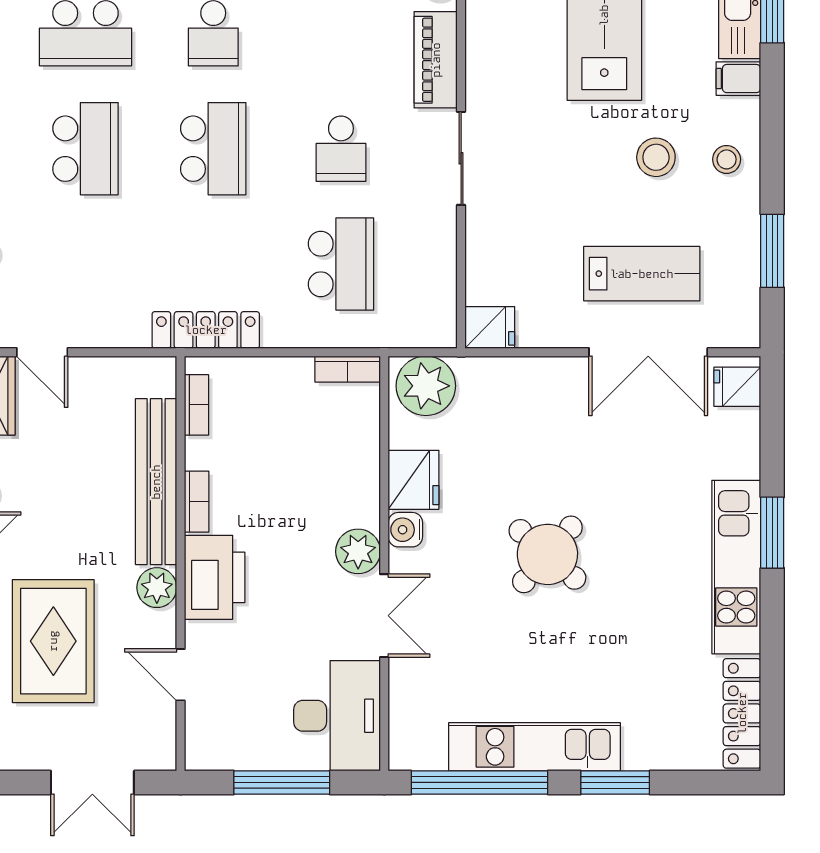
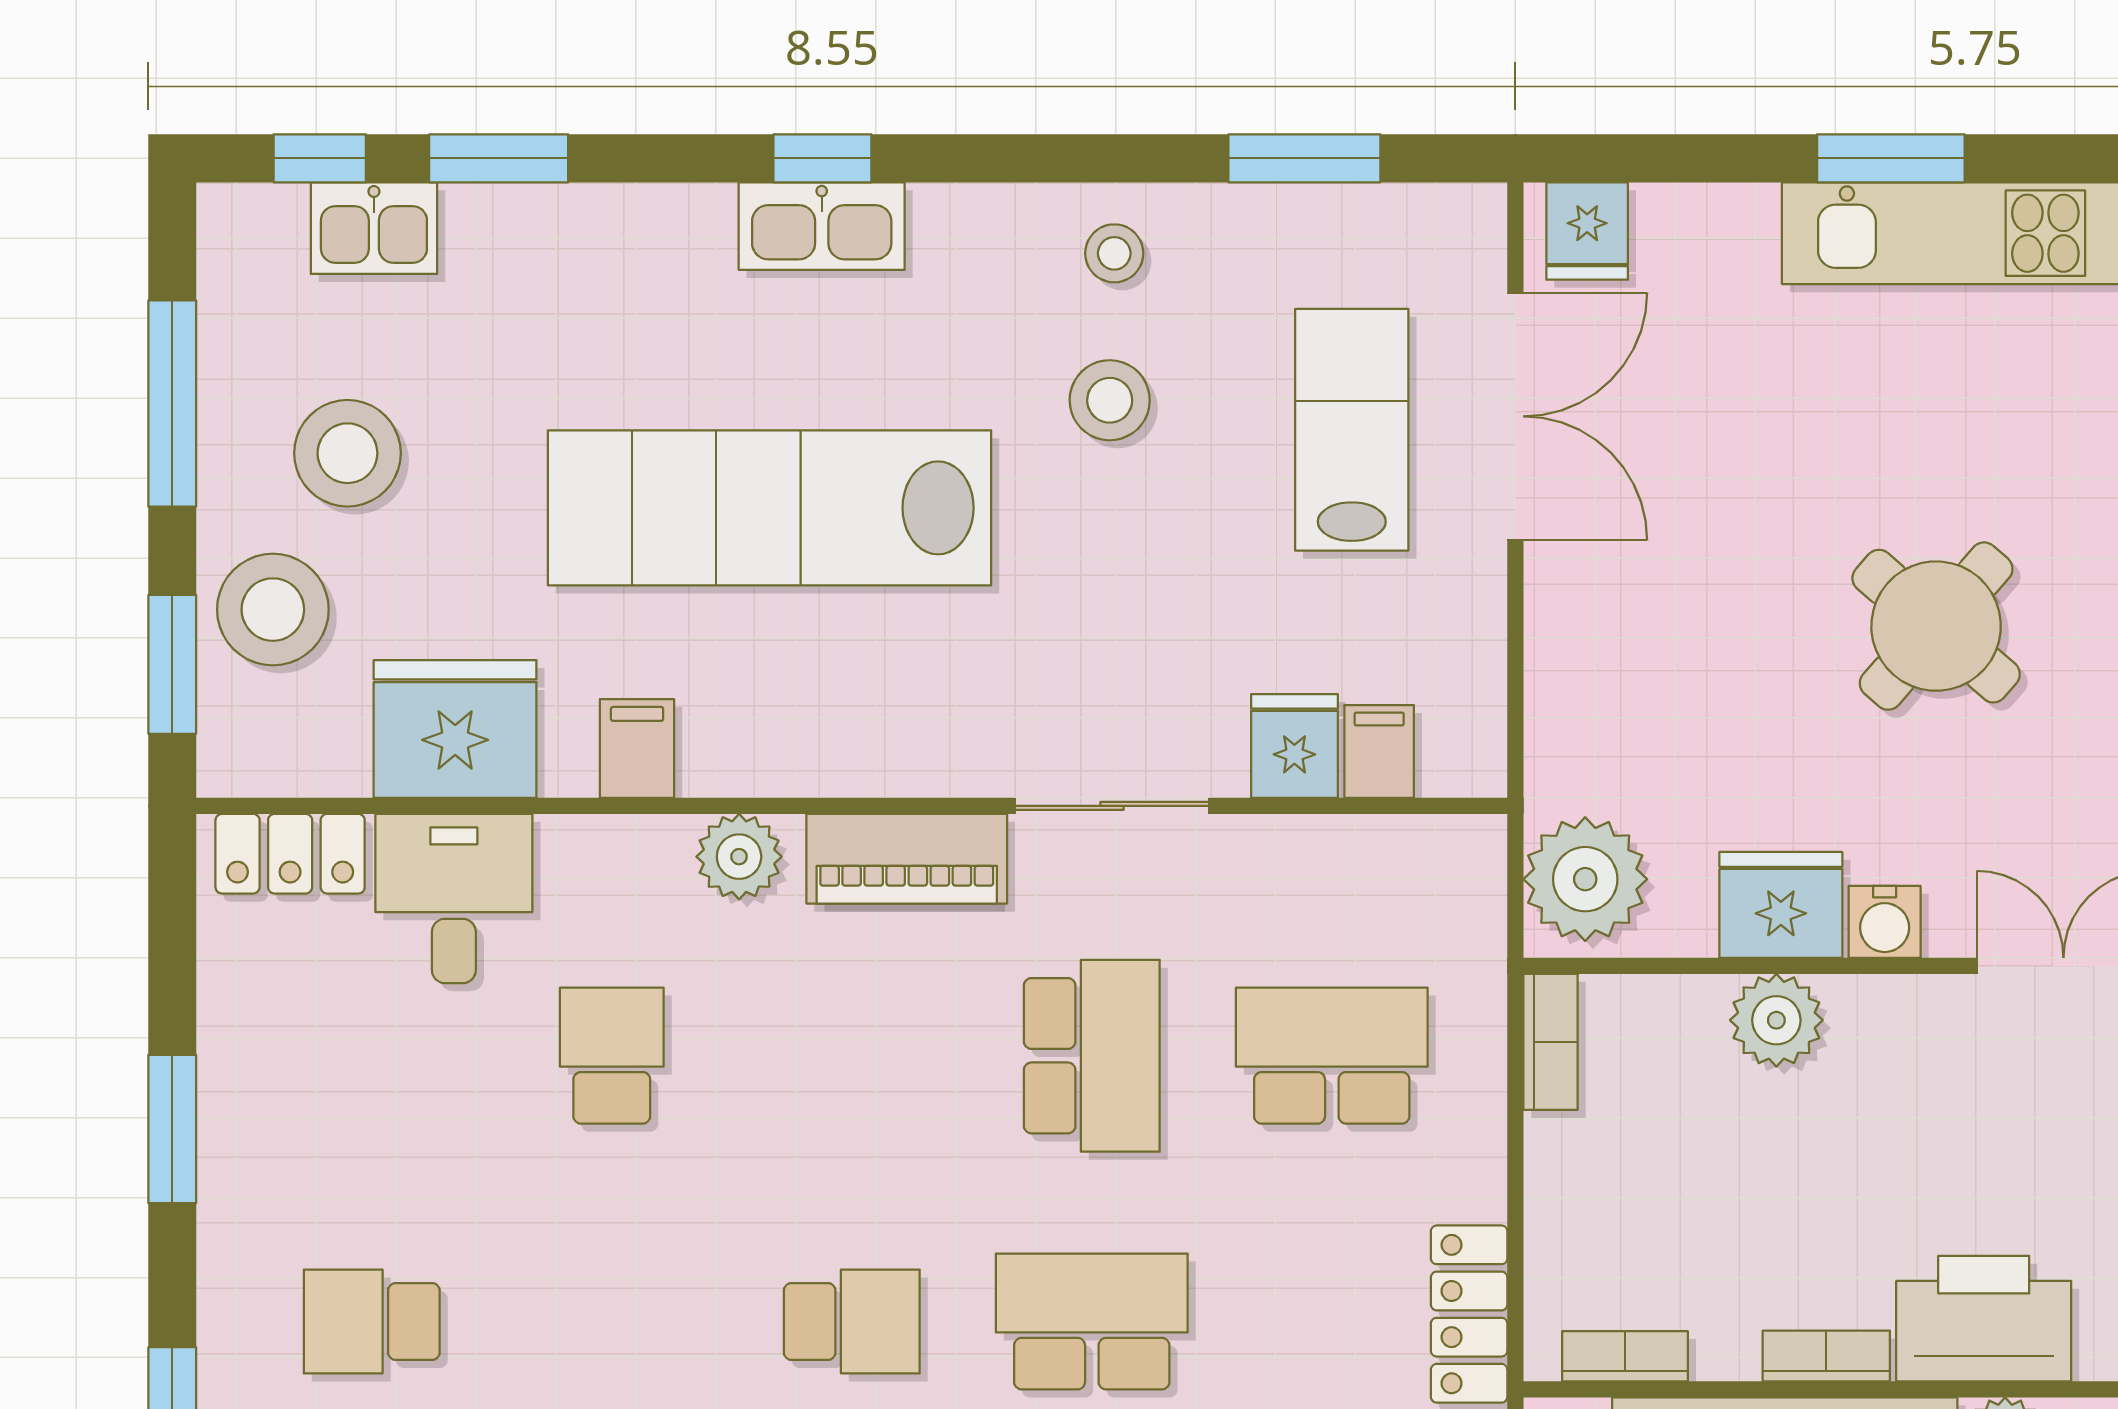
filing cabinet: (738, 79) -> (1379, 751), moved, turned 180
school desk: (341, 149) -> (1092, 1056), width x1.85
fridge: (490, 327) -> (1294, 746), moved
plant: (358, 551) -> (1776, 1020), moved

